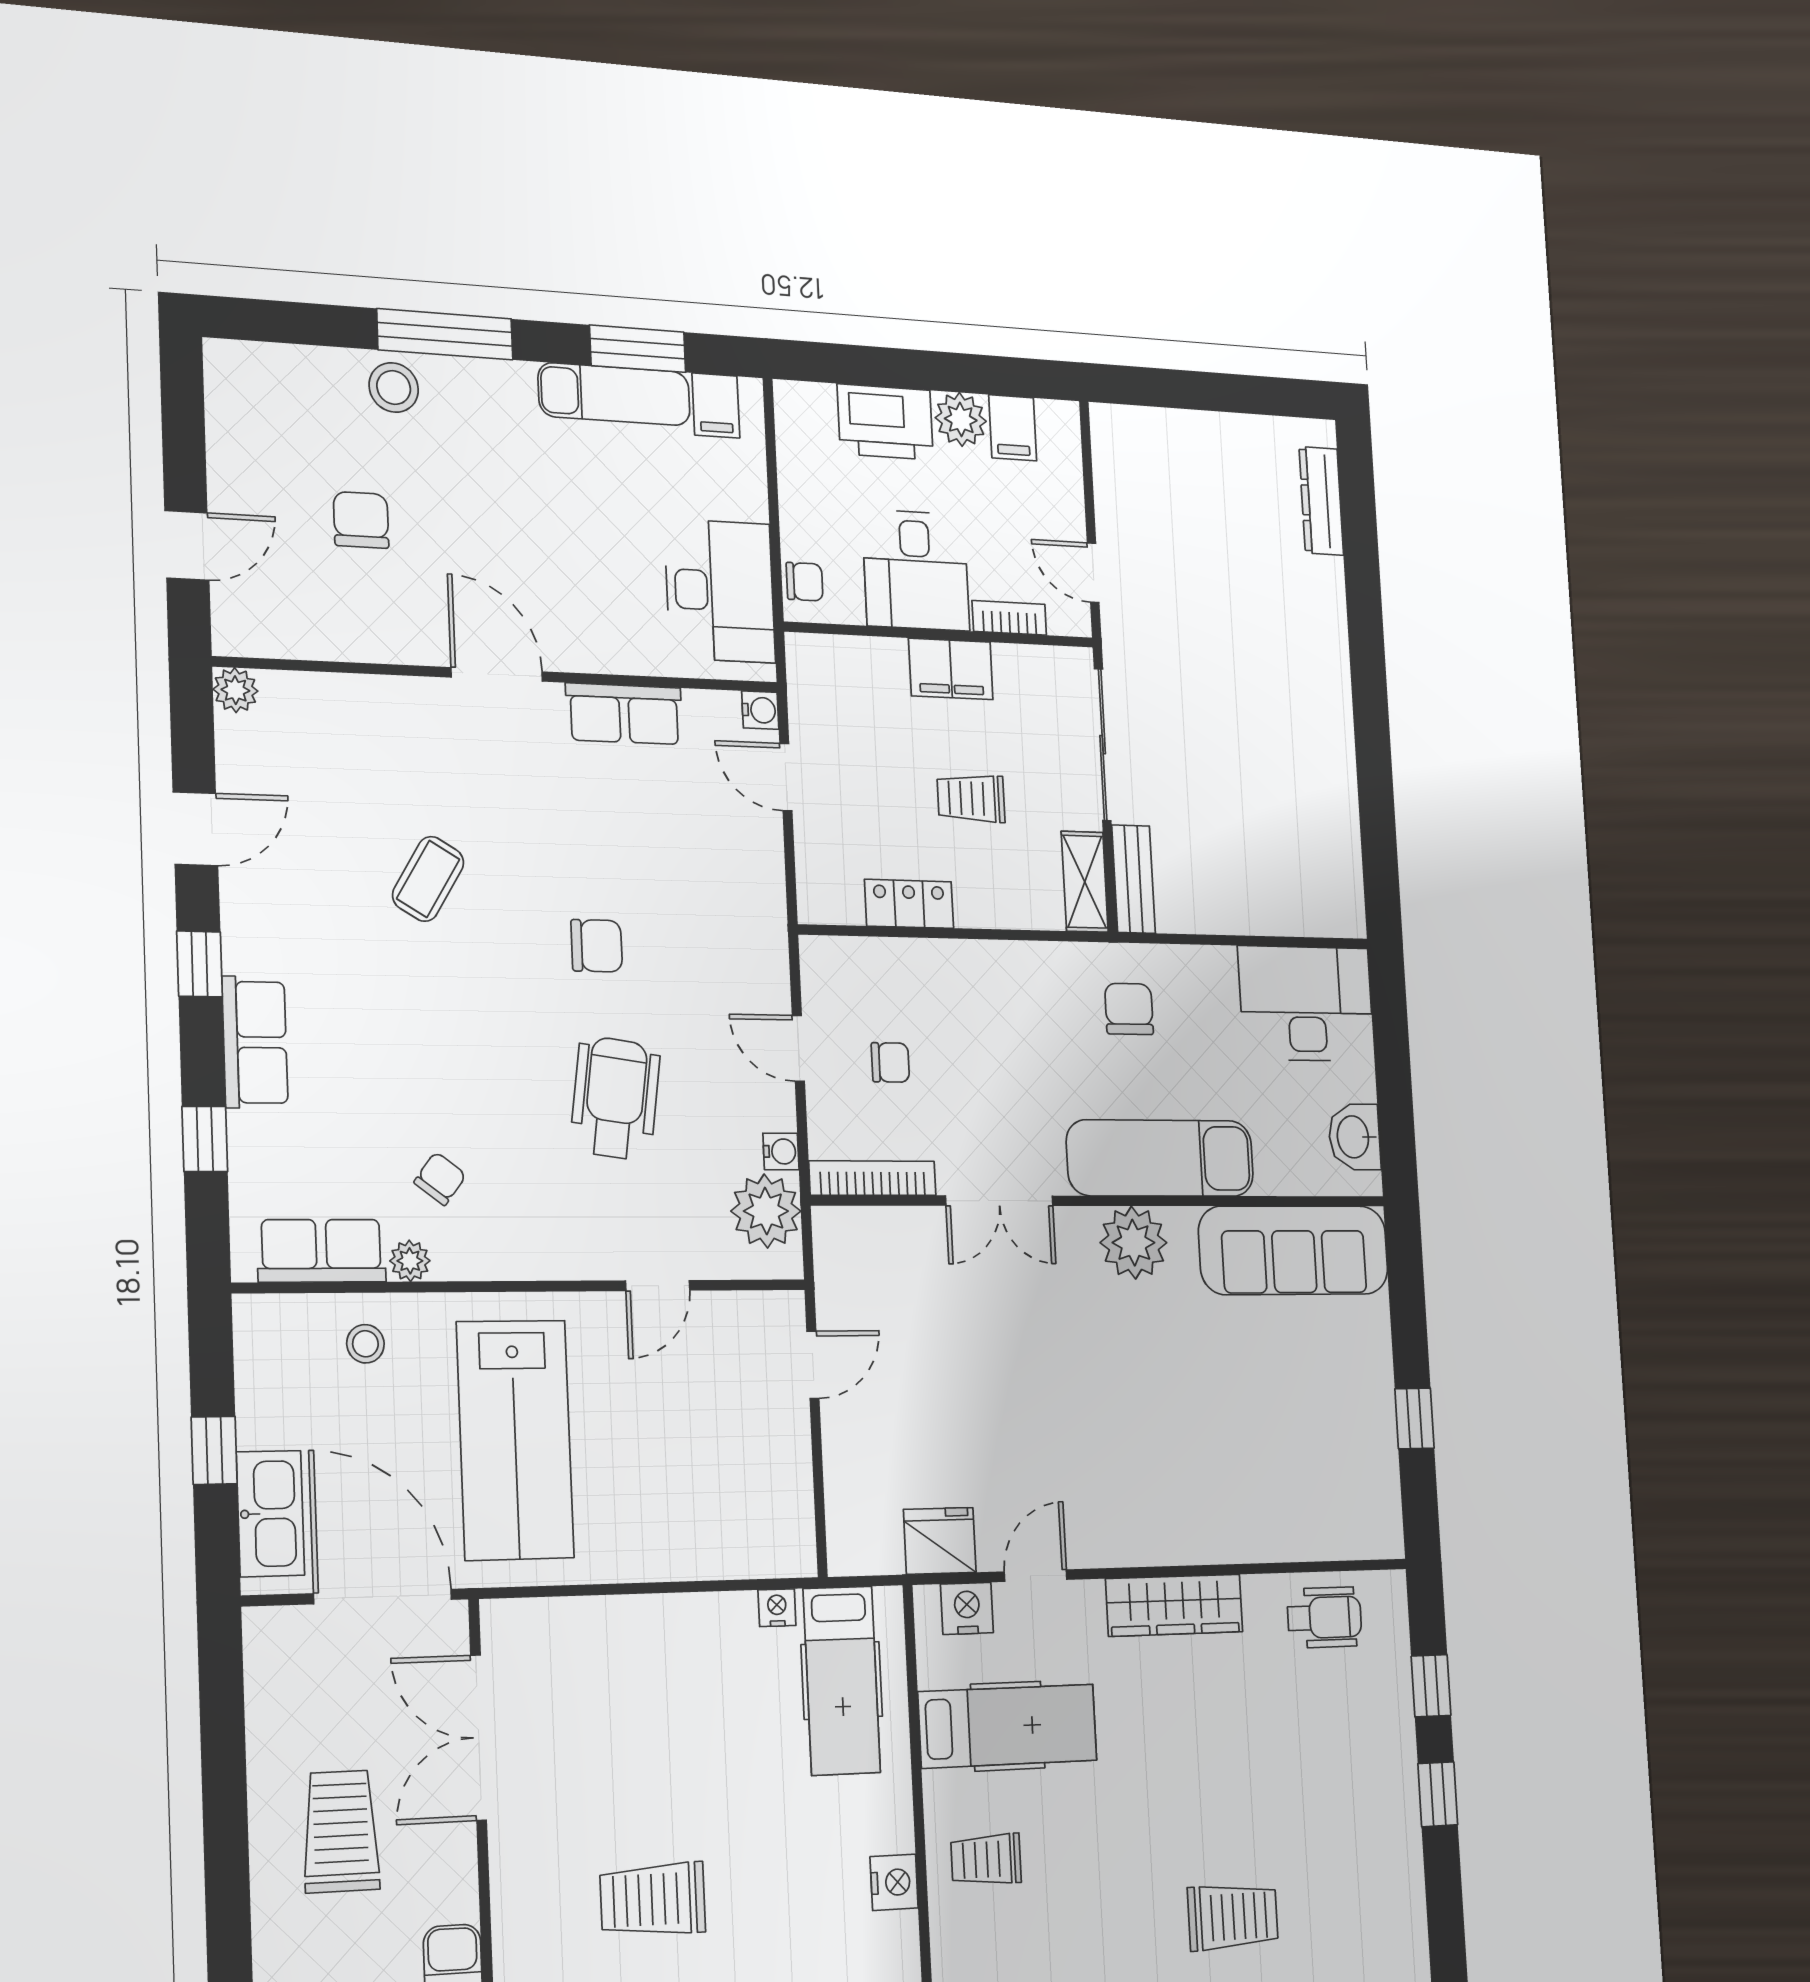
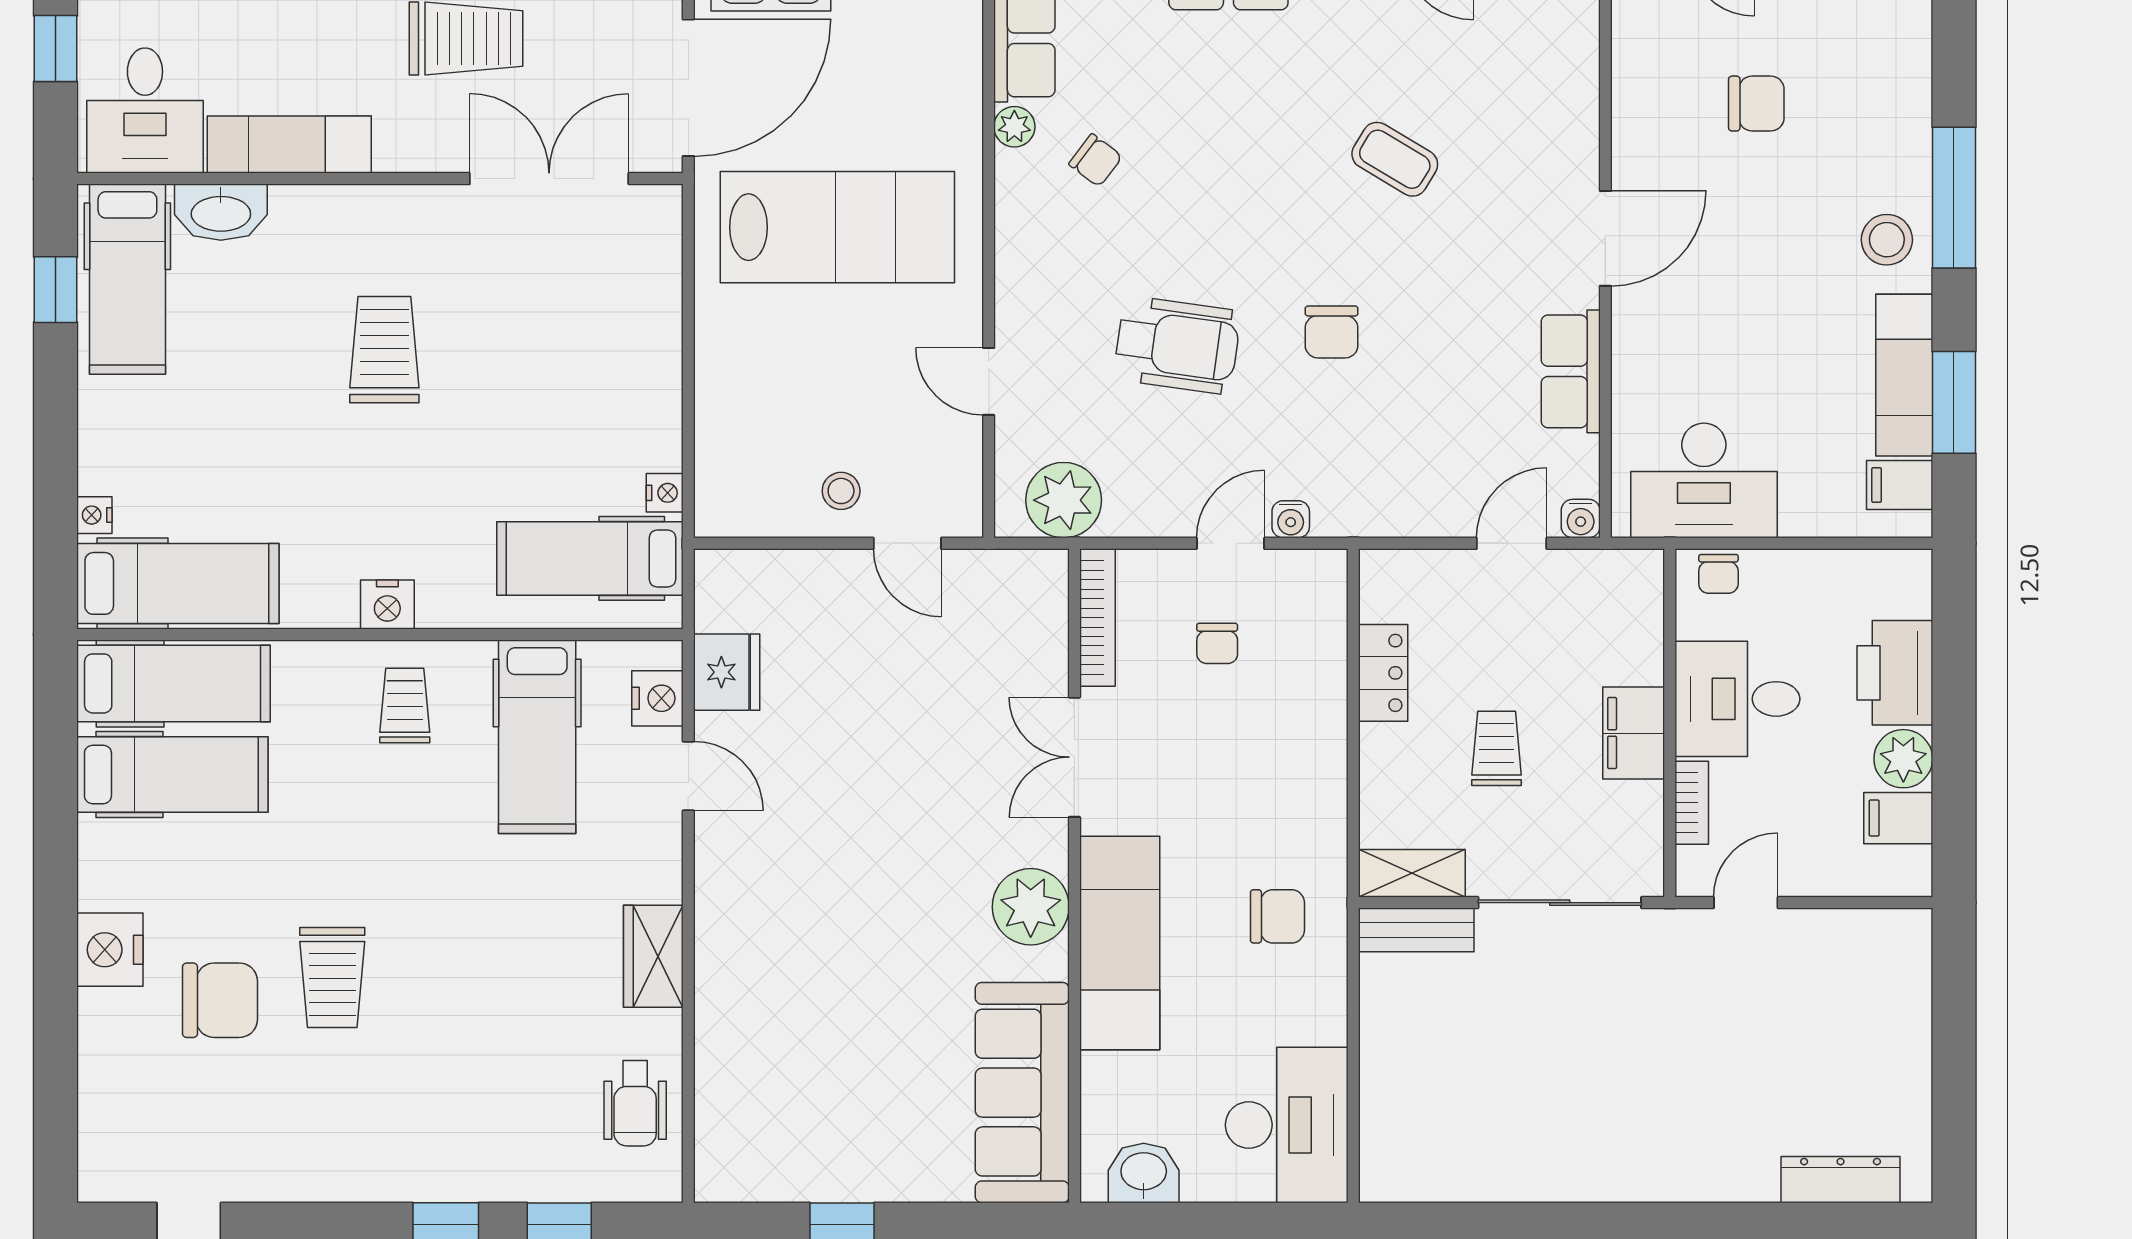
stool: (394, 387) -> (1887, 240), moved
water cooler: (781, 1151) -> (1291, 519), moved
stool: (365, 1344) -> (841, 491), moved
lab bench: (515, 1440) -> (837, 227), turned 180
wardrobe: (1174, 1605) -> (653, 956), width x0.67

